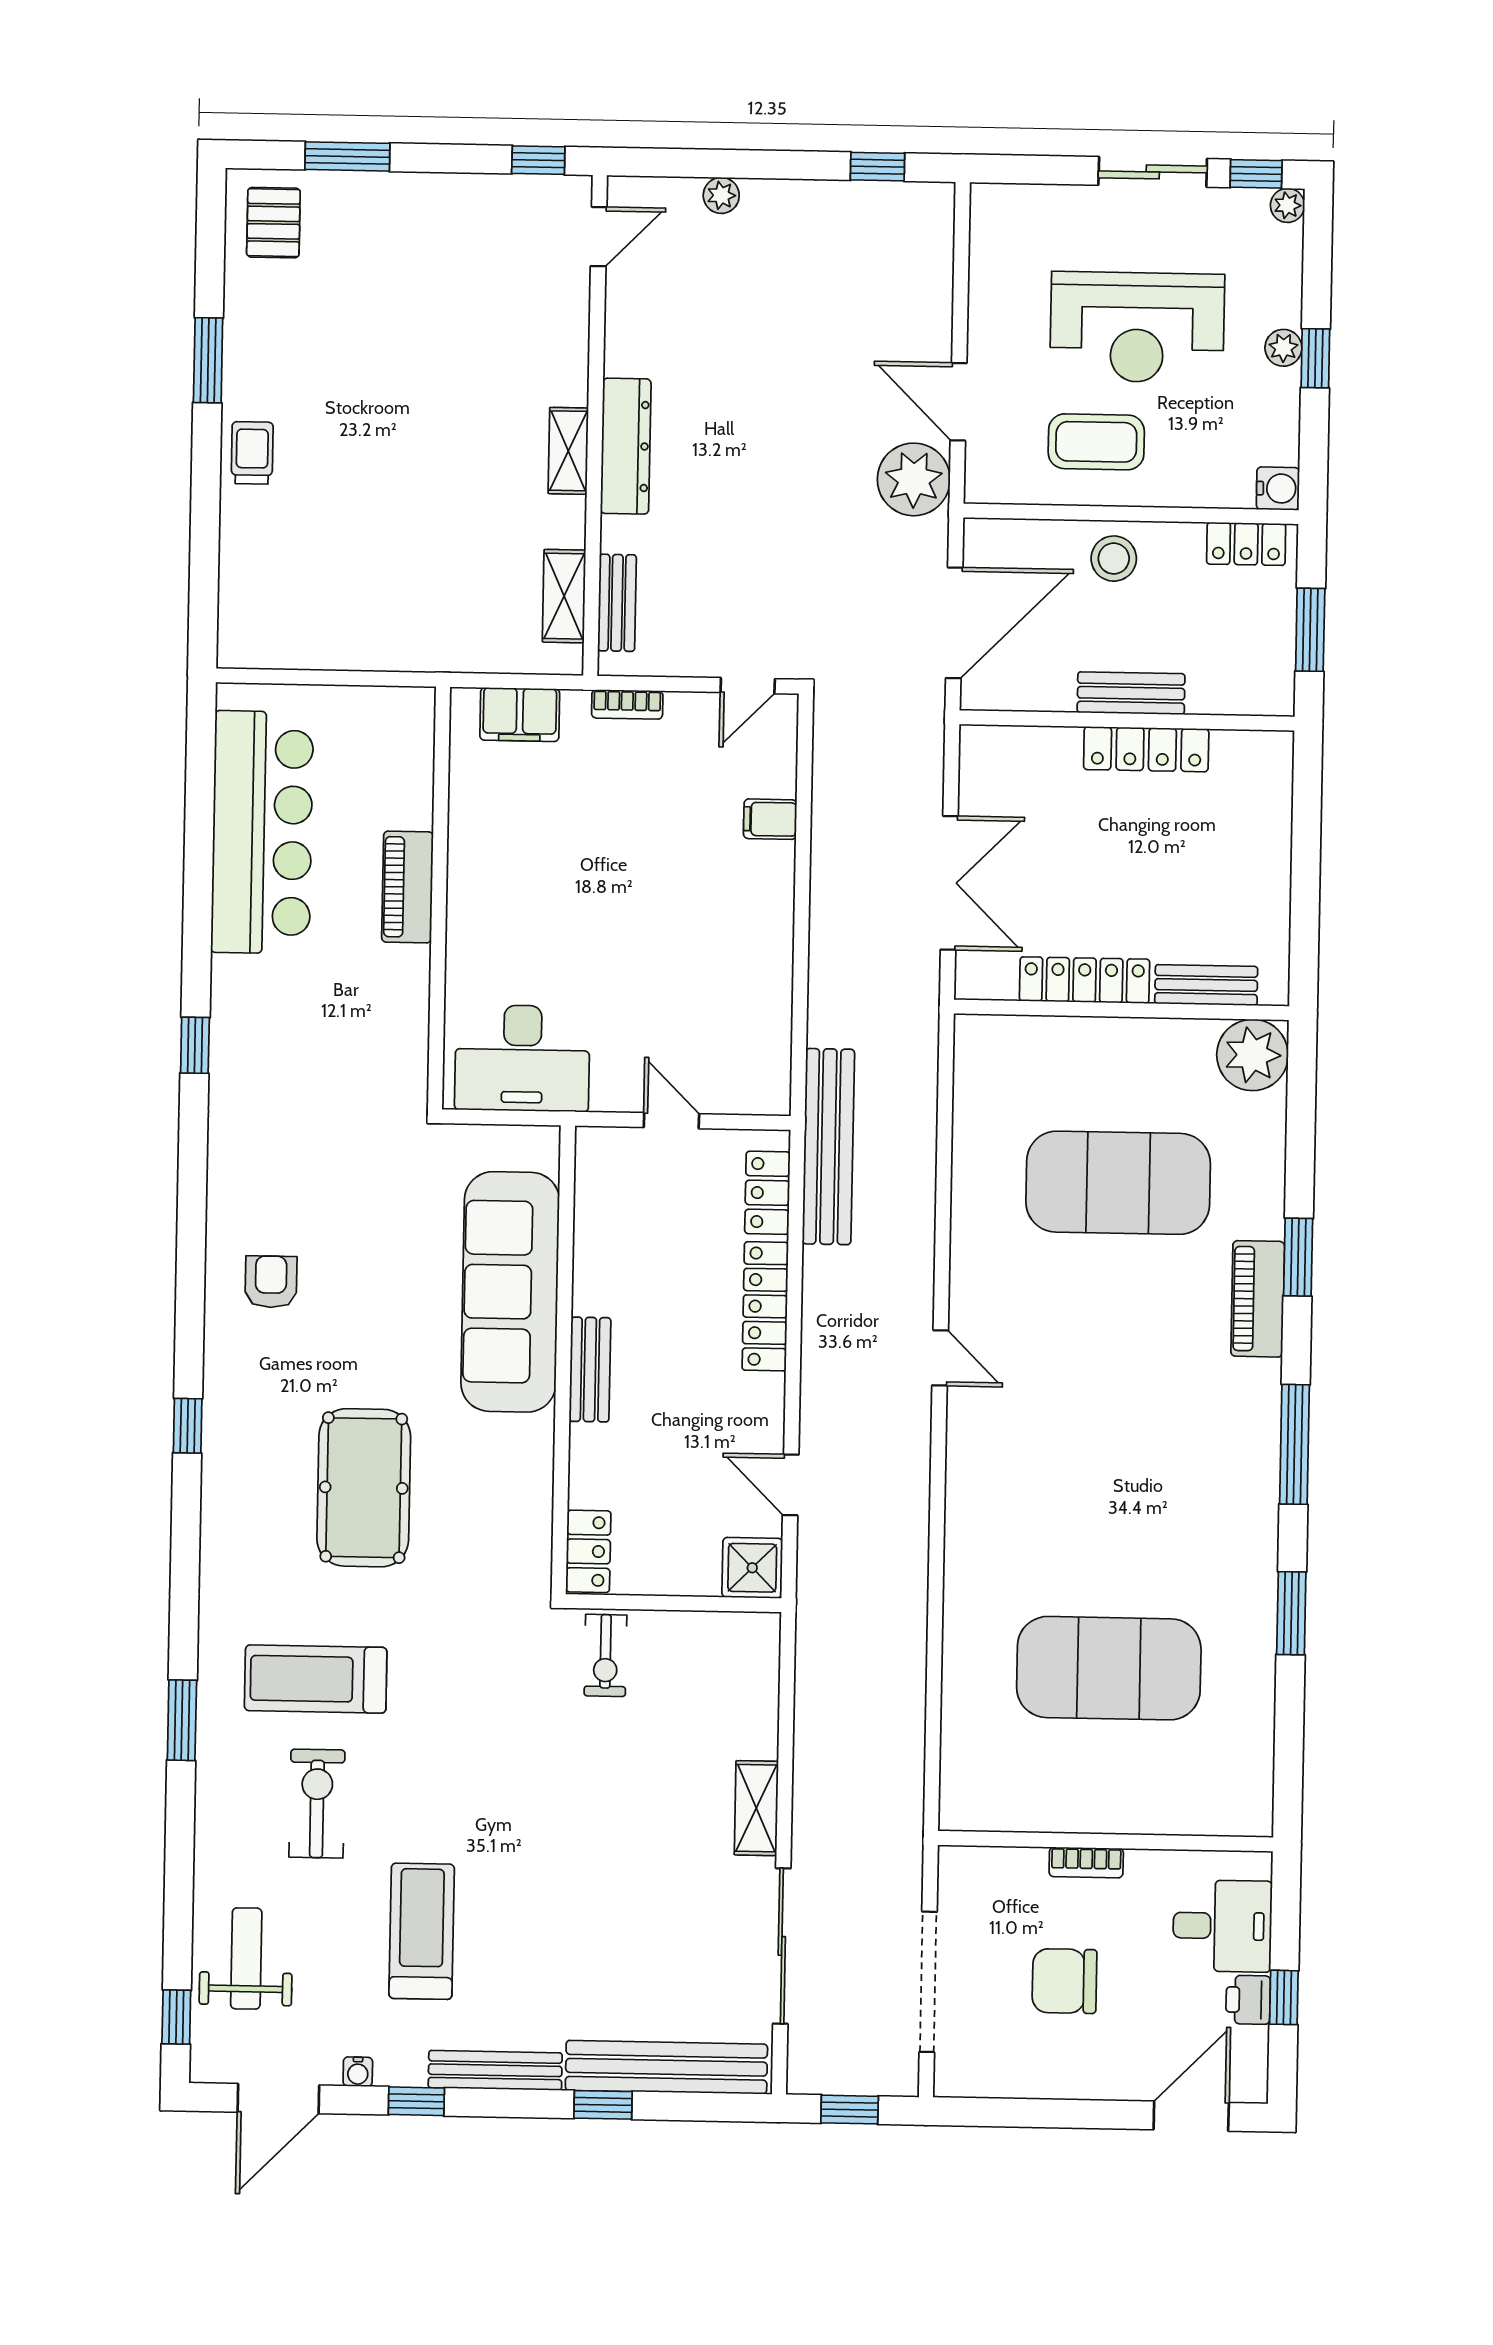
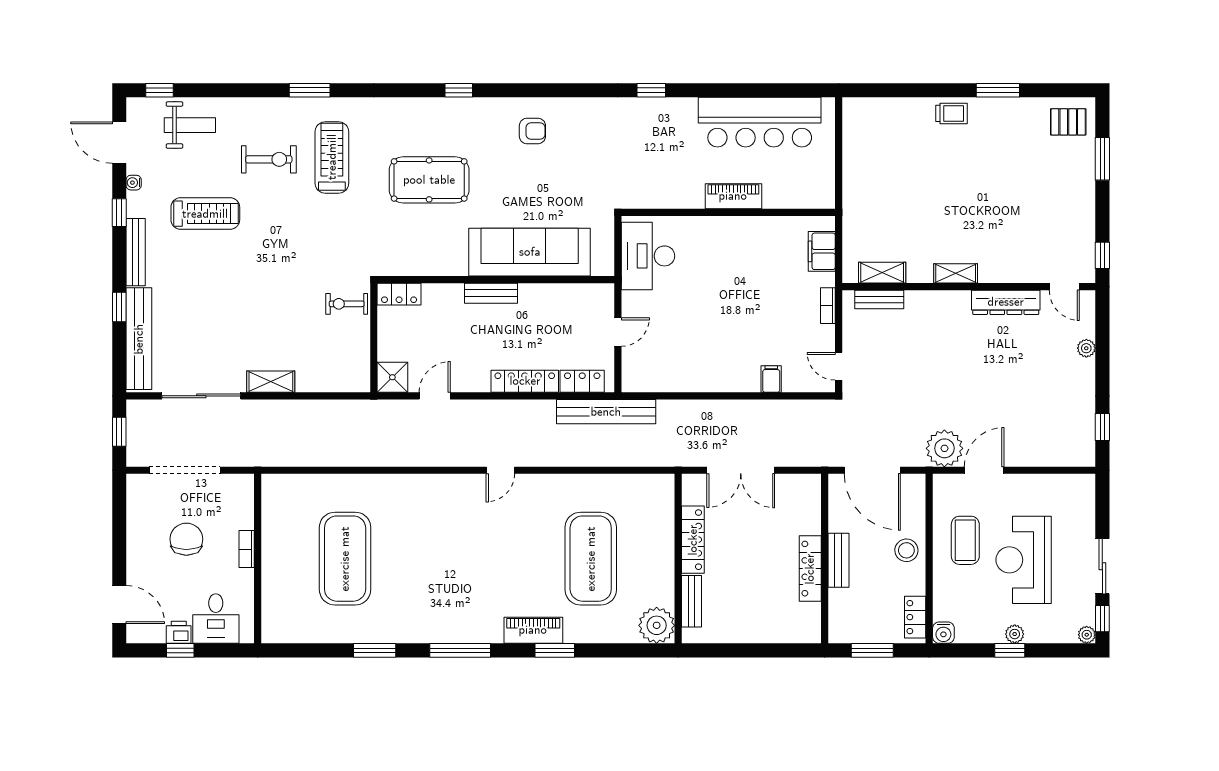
dresser: (626, 446) -> (1006, 302), moved

